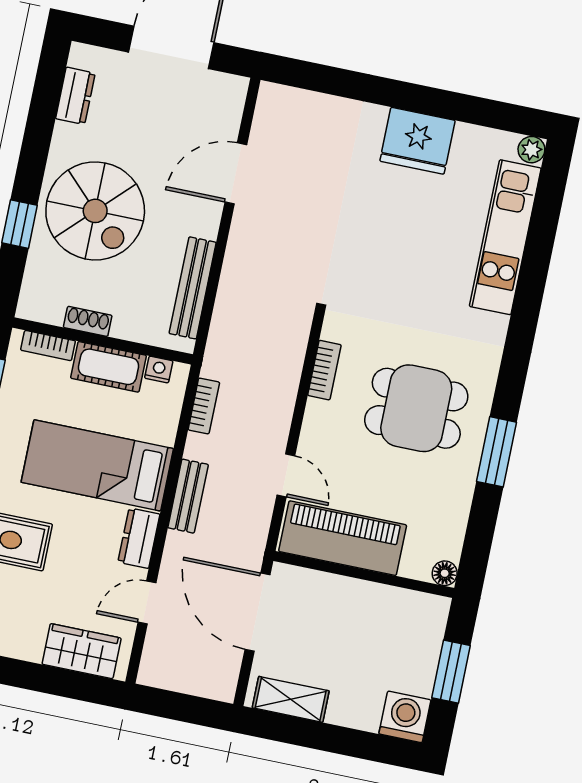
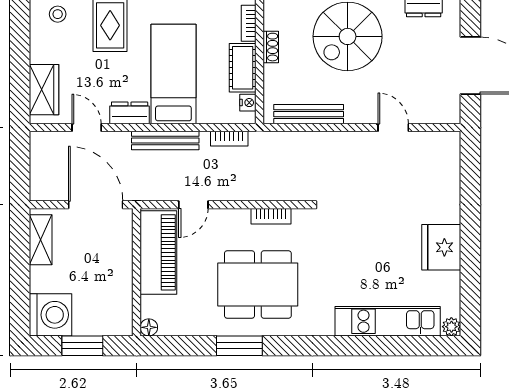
door: (236, 173) -> (393, 128), width x0.73
dining table: (416, 408) -> (258, 284), width x1.38
bench: (188, 496) -> (165, 141), width x1.36
door: (258, 612) -> (96, 205), hinge flipped
washing machine: (405, 717) -> (50, 315), width x1.37, depth x1.37

